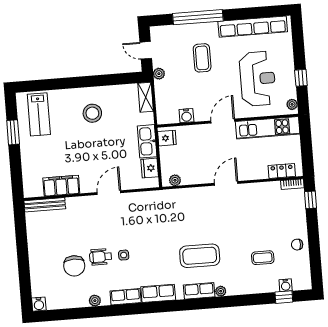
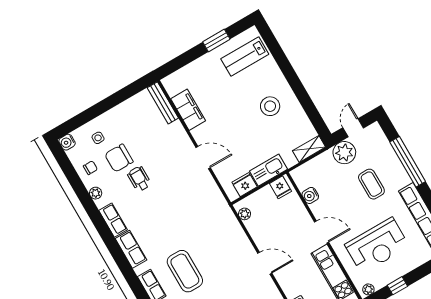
coffee table: (202, 58) -> (371, 184), turned 90
plant: (159, 74) -> (344, 153), width x1.88, depth x1.88
side table: (124, 255) -> (98, 138), moved
chair: (71, 295) -> (90, 168), added

